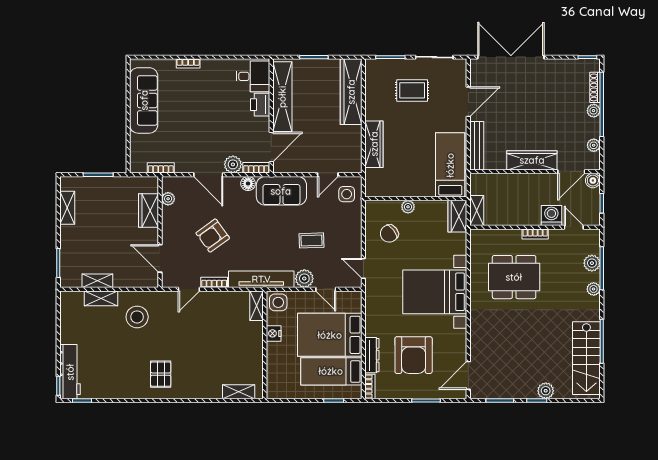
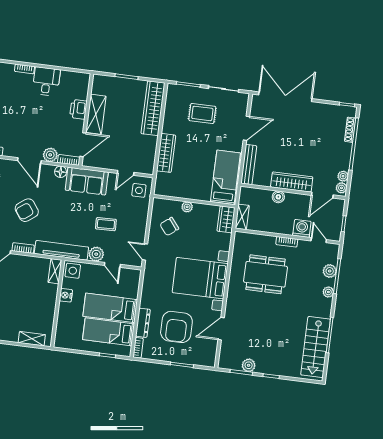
desk: (253, 76) -> (46, 81), moved, turned -90
shelving: (282, 97) -> (96, 114), width x0.68
plant: (594, 111) -> (341, 188), moved
boiler: (593, 181) -> (278, 197), moved
bed: (330, 335) -> (110, 308), width x0.67
door: (468, 375) -> (221, 329), moved
plant: (546, 391) -> (249, 365), moved

